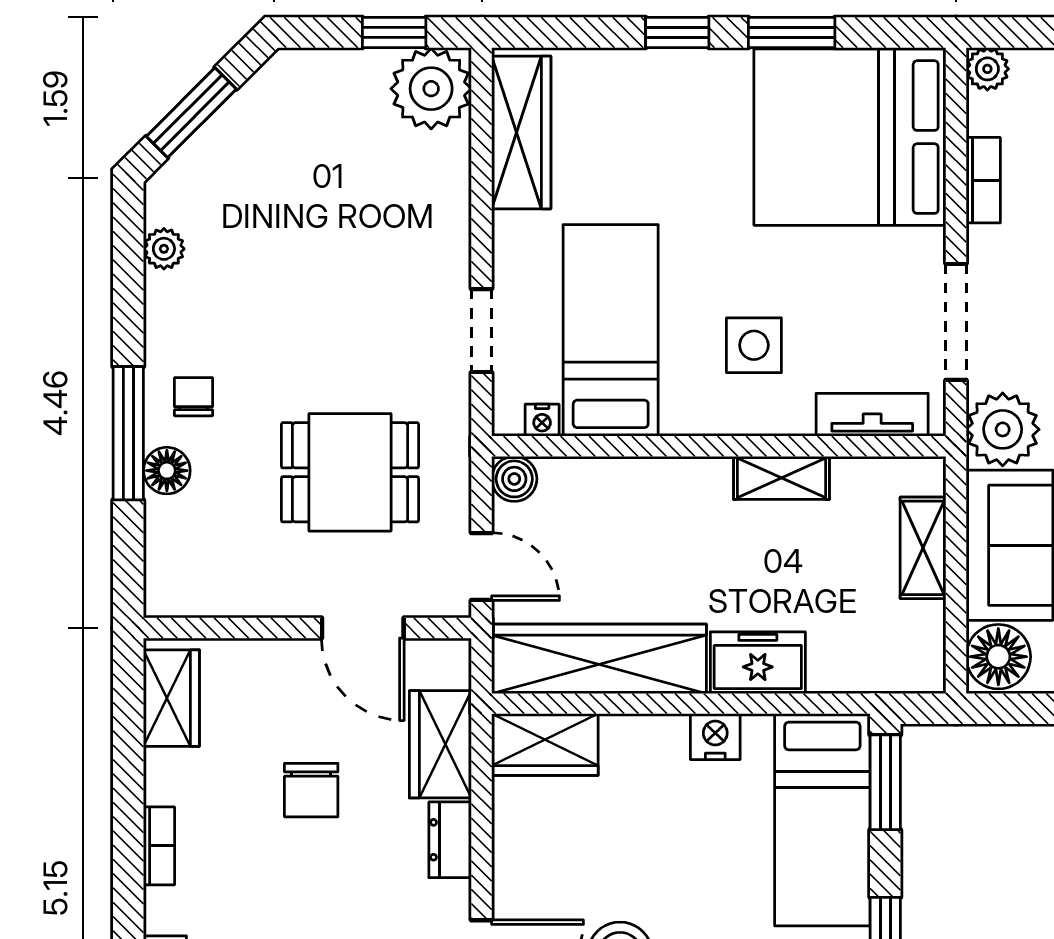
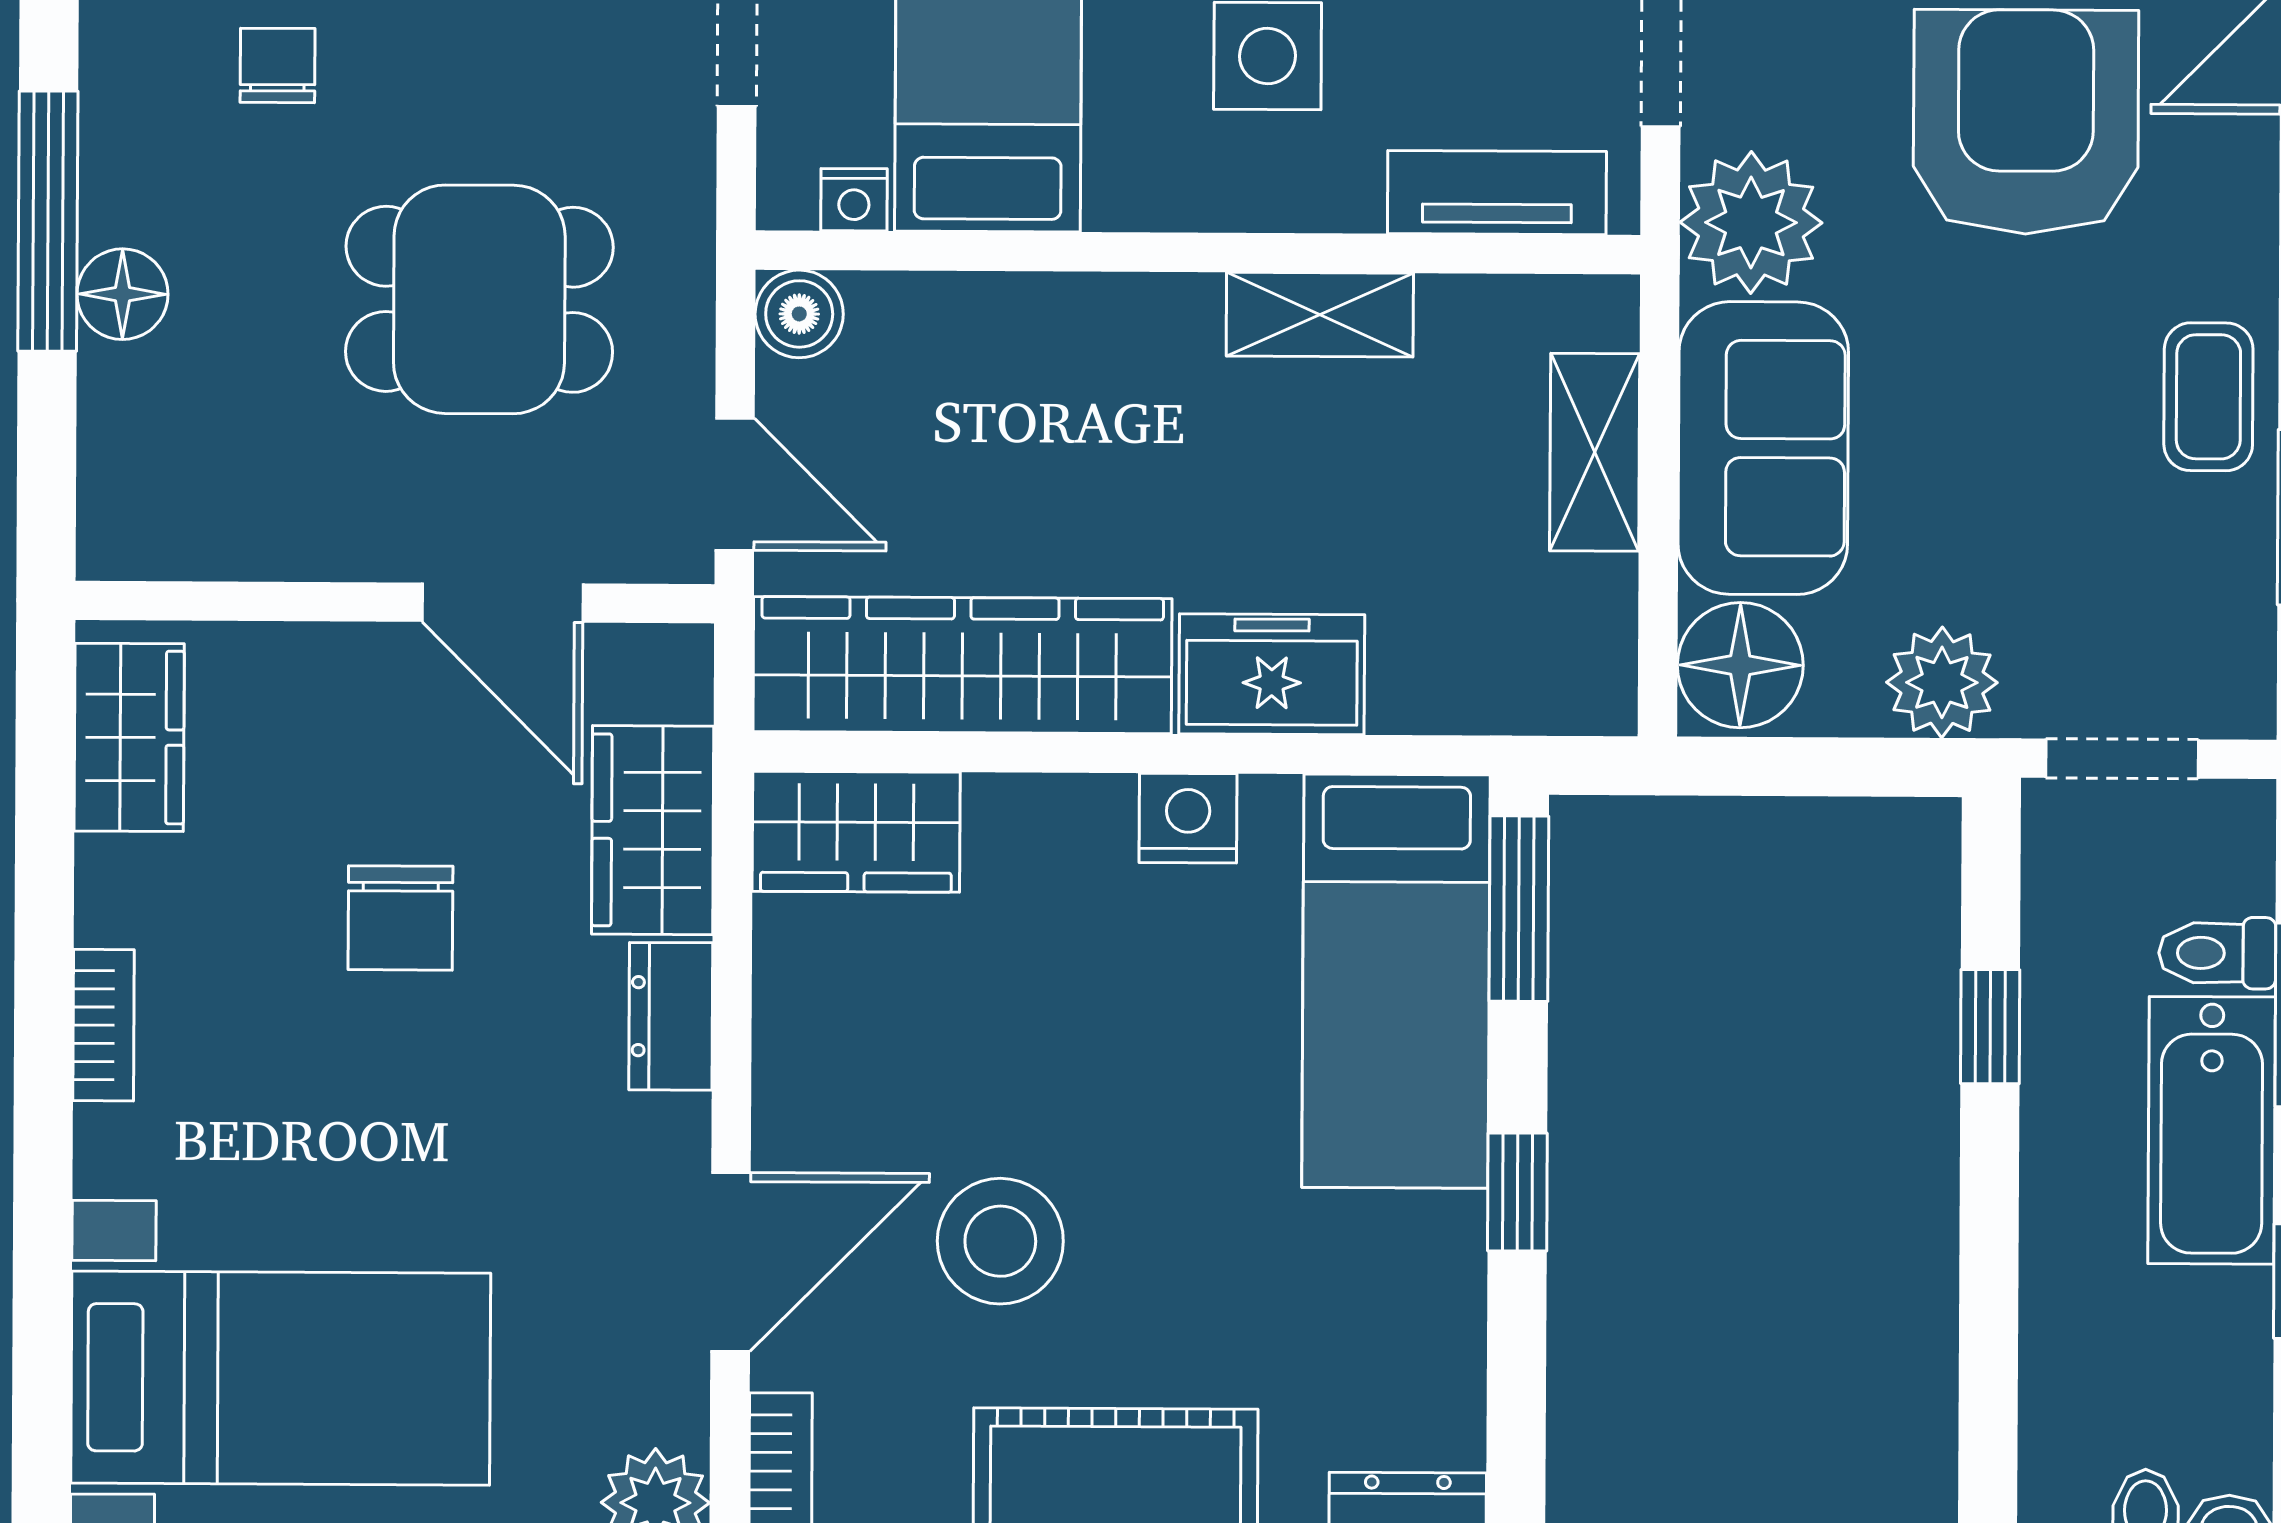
chair: (193, 397) -> (278, 65), moved

